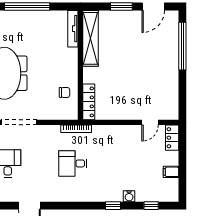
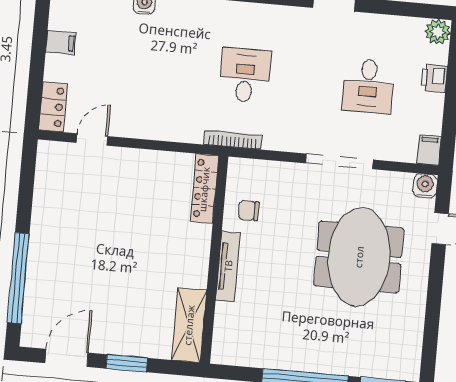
tv unit: (73, 29) -> (228, 266), moved
shelving: (90, 38) -> (189, 325), width x0.68
desk: (73, 163) -> (245, 75), turned -90

